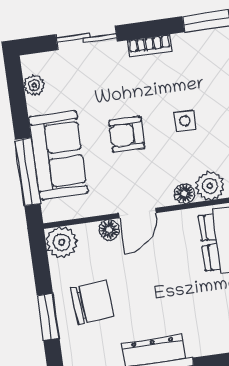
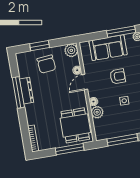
armchair: (127, 134) -> (118, 76), turned 90
window: (28, 172) -> (121, 32), moved
door: (137, 213) -> (85, 82), hinge flipped

